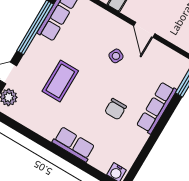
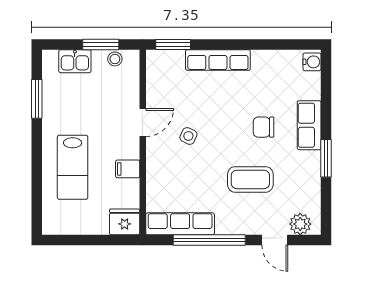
chair: (116, 109) -> (263, 127), moved, turned 180
window: (44, 142) -> (326, 158), added

